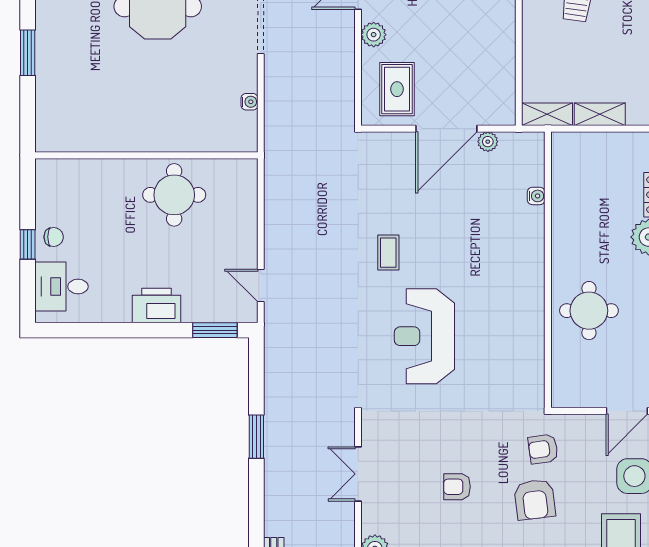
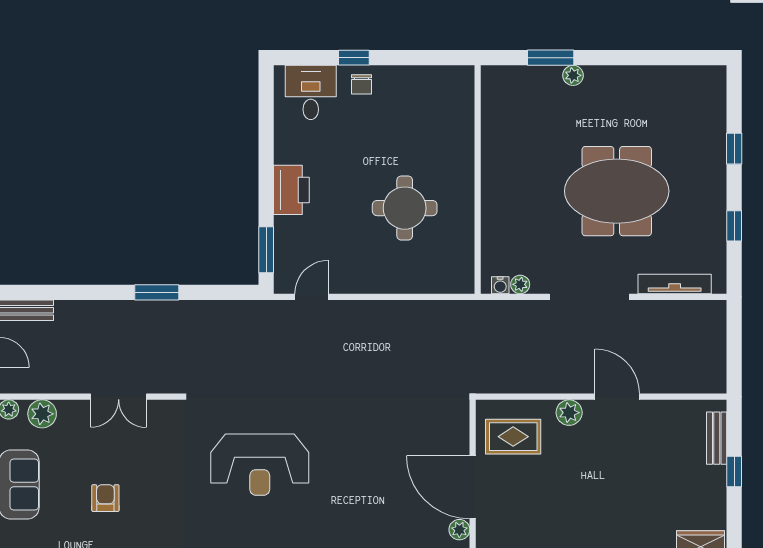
plant: (45, 31) -> (573, 75), added
plant: (249, 82) -> (520, 284), added
wall: (146, 155) -> (478, 180), moved
coffee table: (388, 253) -> (346, 428), removed
reception desk: (424, 336) -> (260, 465), turned 180
double door: (358, 474) -> (119, 397), swing flipped

